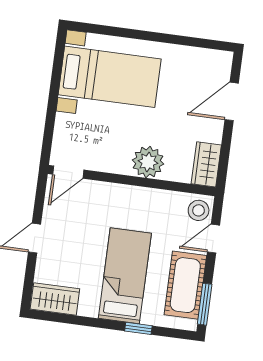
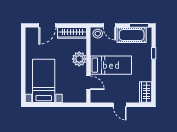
door: (232, 101) -> (47, 25), hinge flipped
wardrobe: (206, 164) -> (72, 33), width x1.50
door: (68, 172) -> (88, 83), moved
bed: (125, 276) -> (111, 65), moved, turned 180

